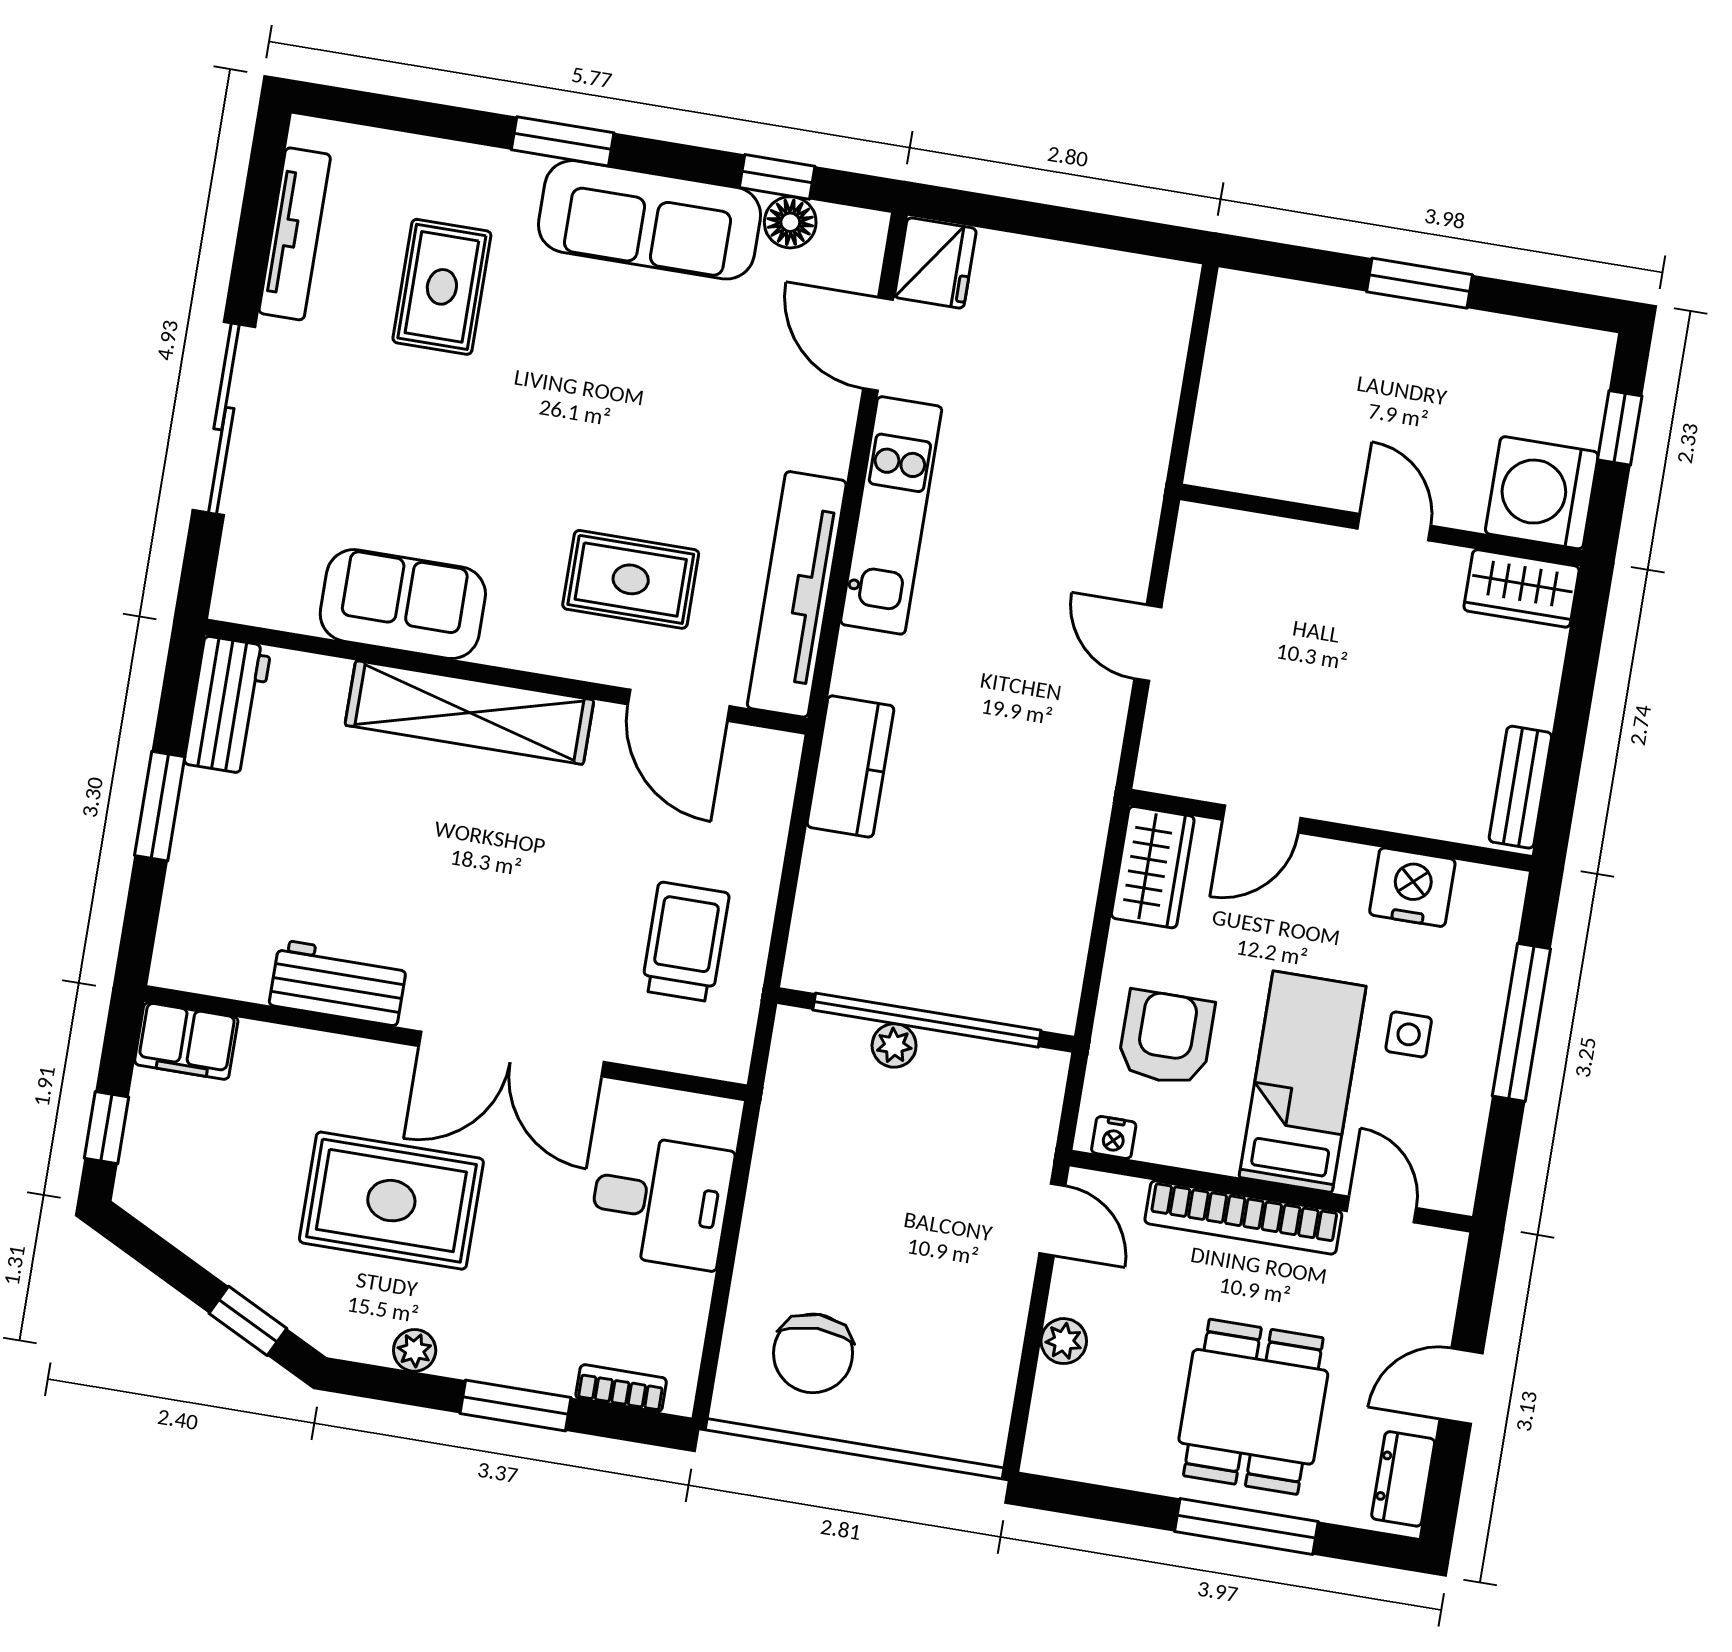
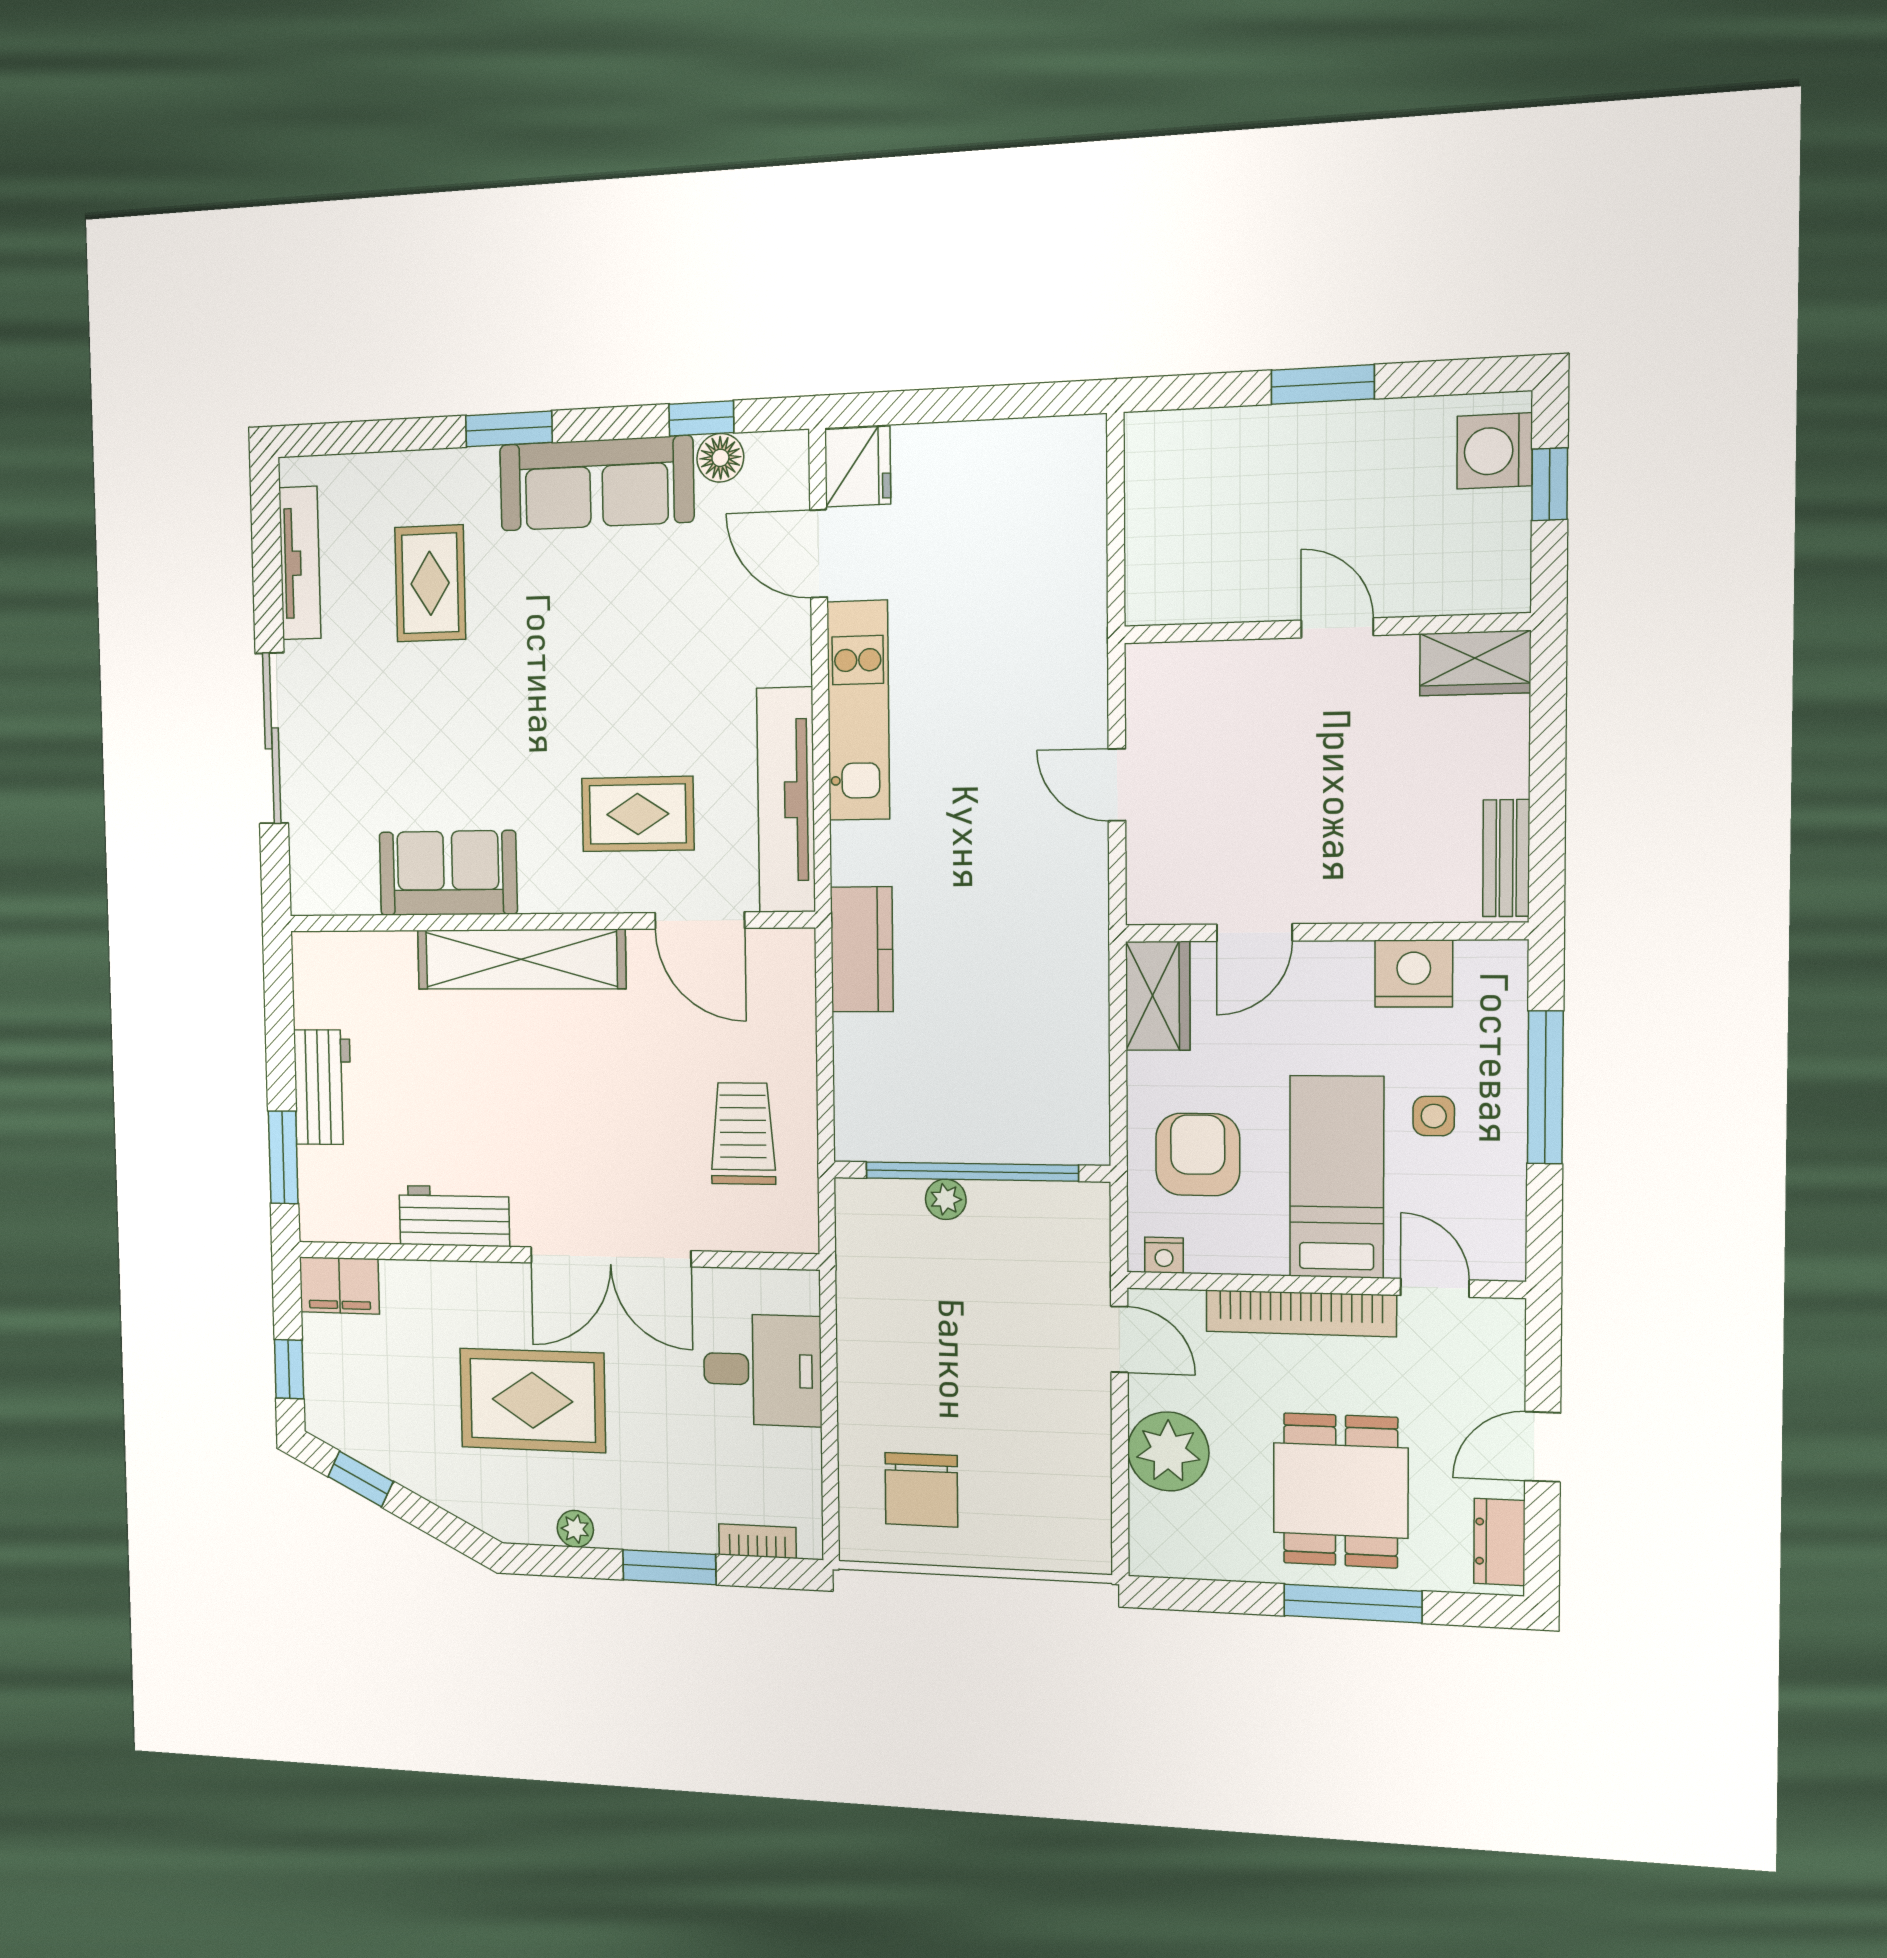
washing machine: (1542, 493) -> (1495, 451), moved, width x0.73, depth x0.73
workbench: (228, 705) -> (323, 1087), moved
window: (160, 806) -> (283, 1157), moved
window: (248, 1321) -> (361, 1479), moved
plant: (1064, 1341) -> (1168, 1451), width x1.88, depth x1.88

